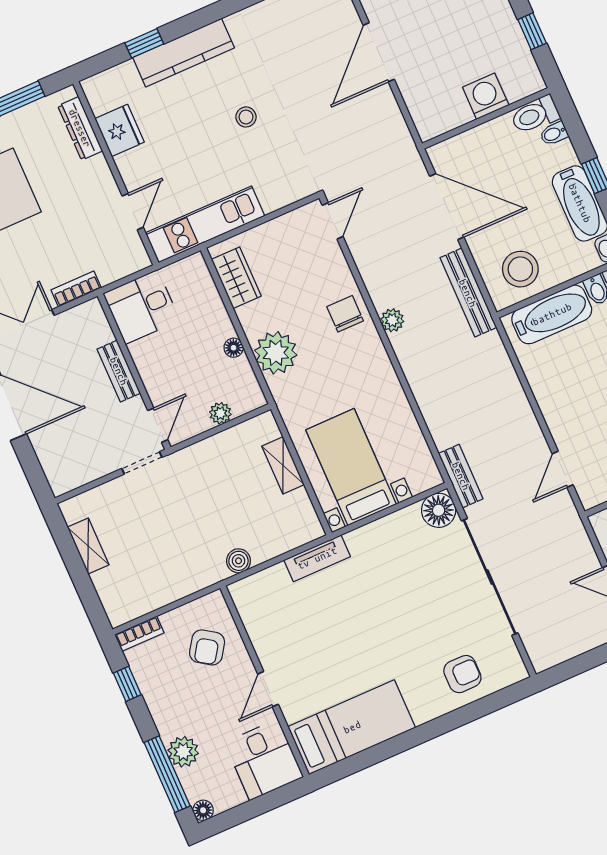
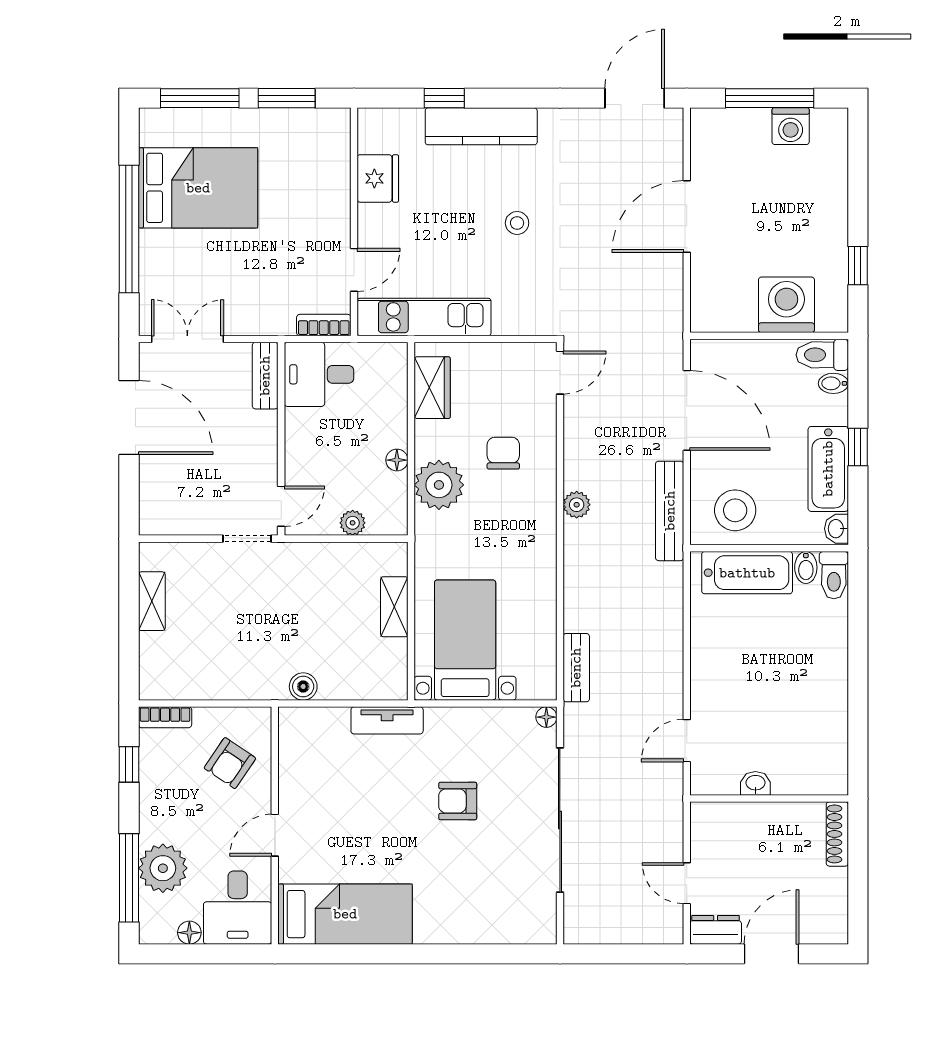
washing machine: (486, 96) -> (786, 305), width x1.37, depth x1.37
dresser: (80, 128) -> (337, 158), removed
bookcase: (76, 289) -> (324, 325), moved
chair: (345, 314) -> (503, 453), moved
bench: (119, 371) -> (265, 376), moved
bench: (461, 476) -> (576, 668), moved
floor lamp: (439, 510) -> (546, 717), width x0.53, depth x0.53
armchair: (462, 674) -> (458, 801), moved, turned 180
plant: (183, 752) -> (163, 868), width x1.36, depth x1.36
floor lamp: (203, 810) -> (189, 933), moved

